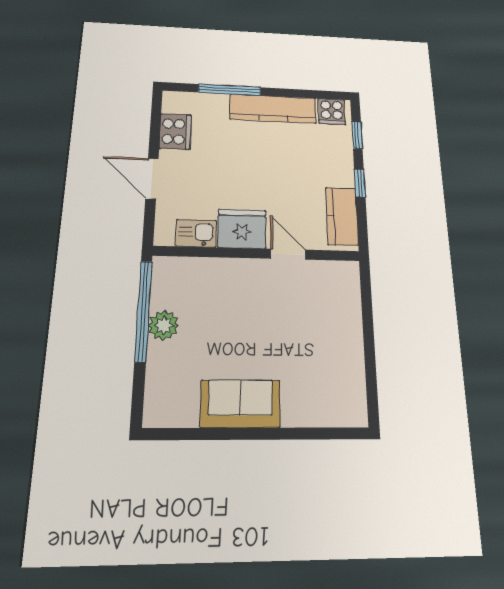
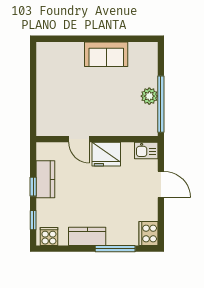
kitchen counter: (273, 109) -> (87, 236), width x0.67
cooker: (175, 132) -> (148, 234), moved
kitchen counter: (342, 216) -> (45, 179), moved
kitchen sink: (196, 233) -> (146, 151), moved

